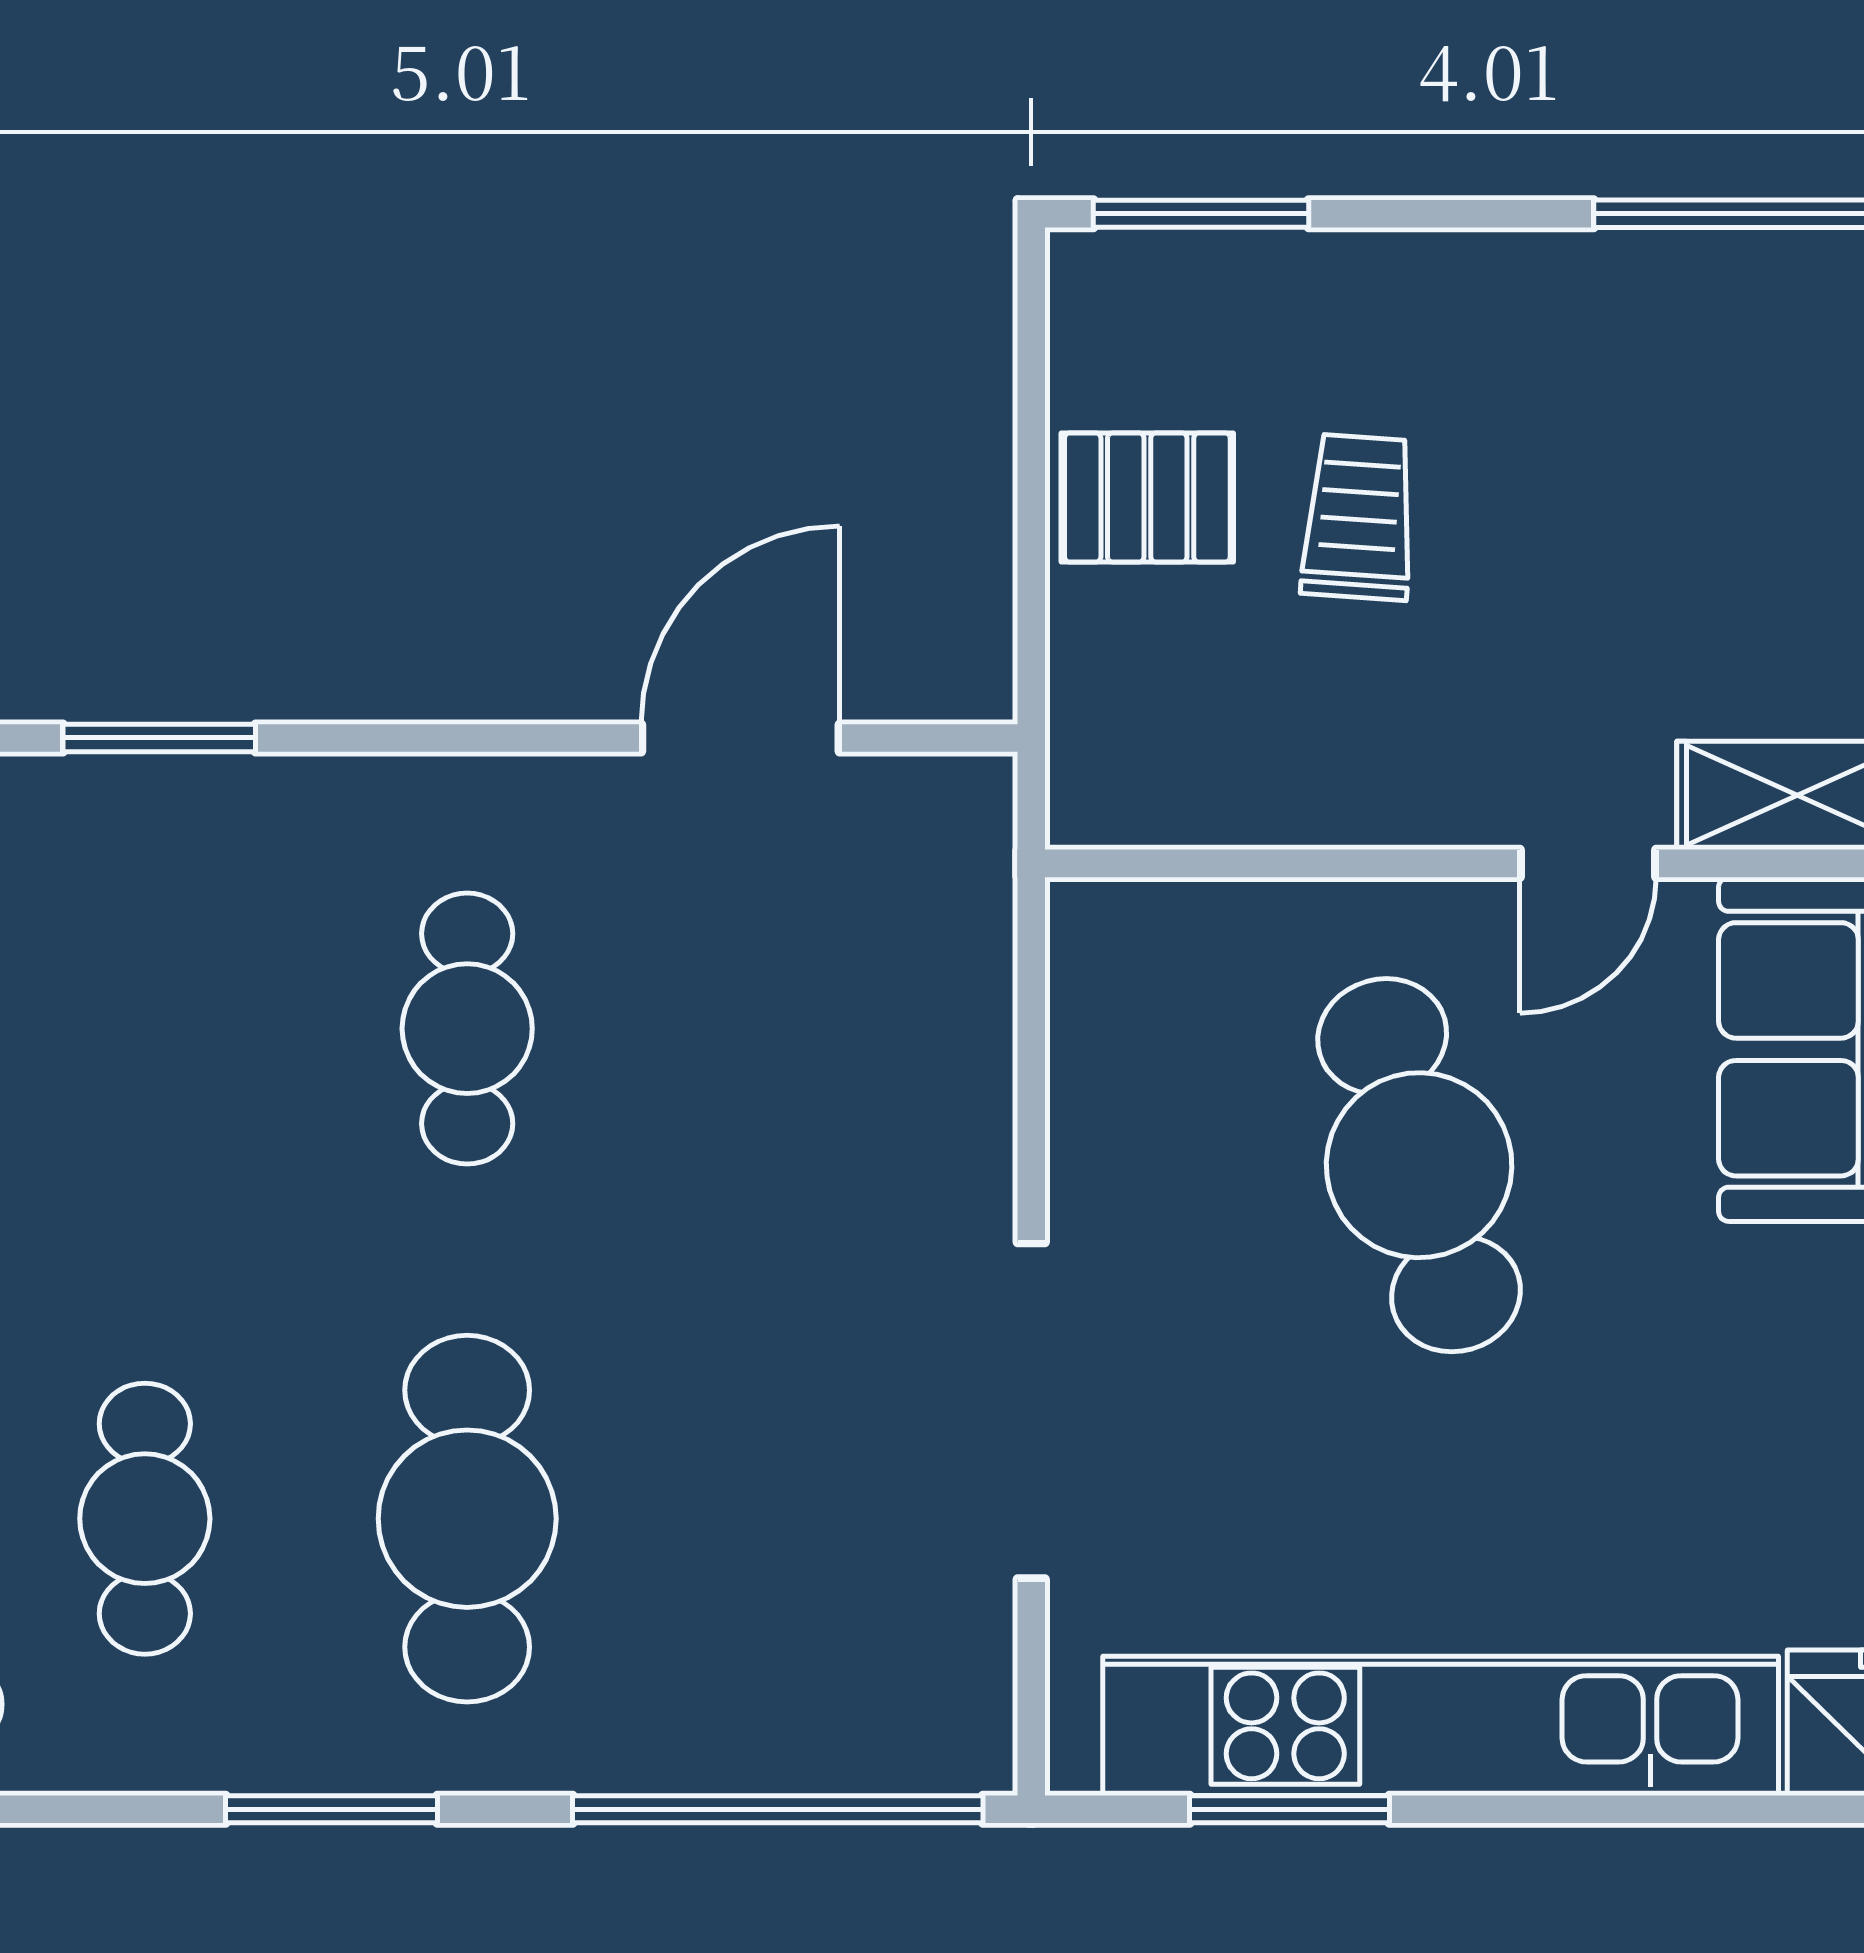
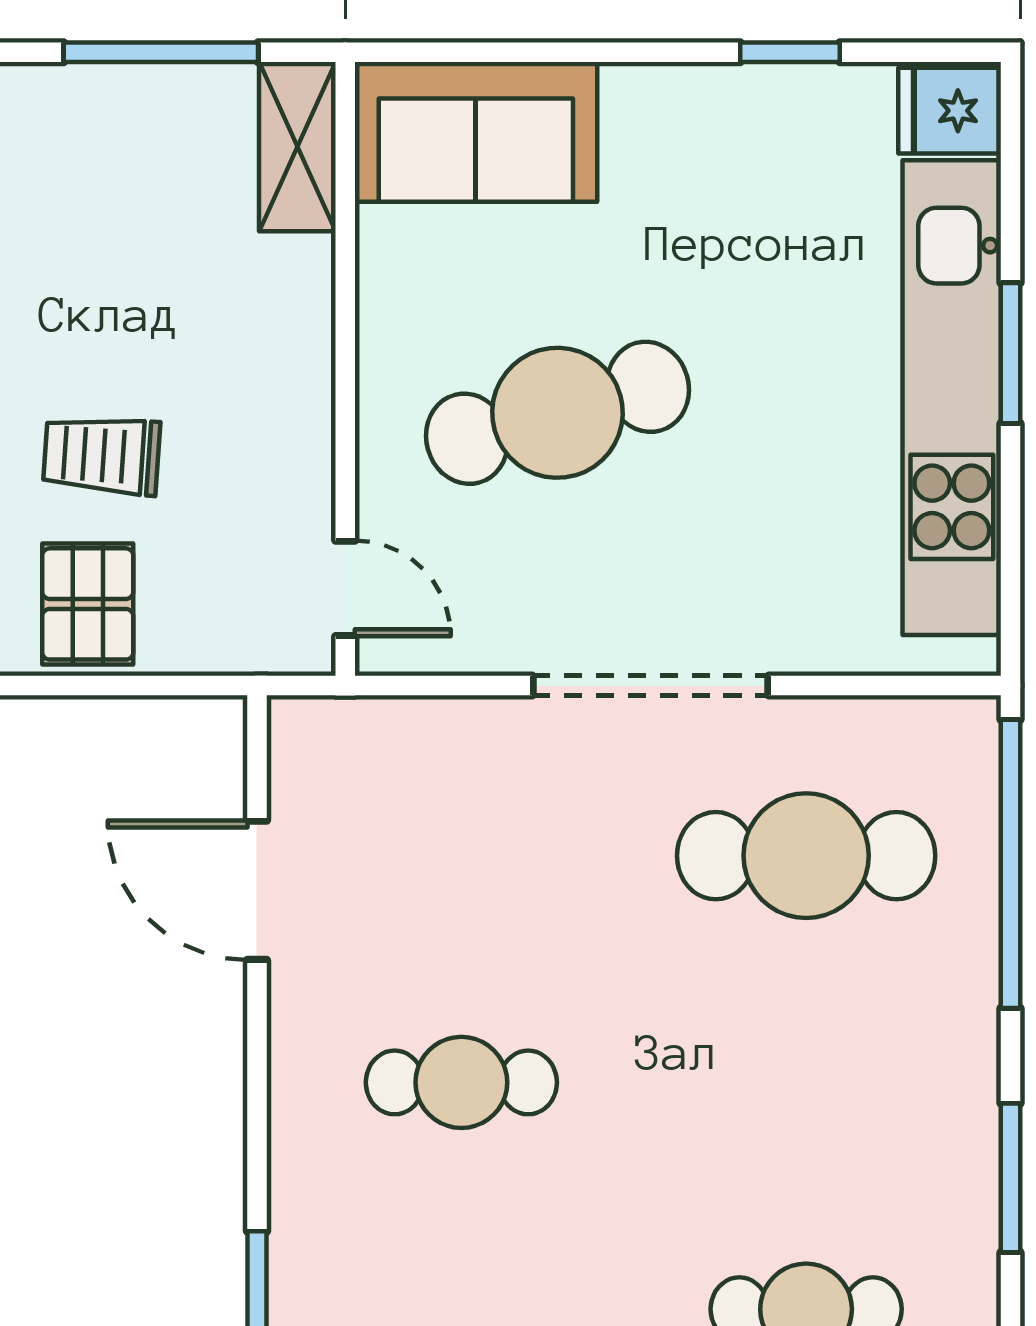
door: (1588, 863) -> (345, 588), moved
doorway: (1031, 1411) -> (651, 686), moved
cafe table: (467, 1519) -> (806, 856), moved
window: (1289, 1809) -> (1011, 353), moved

